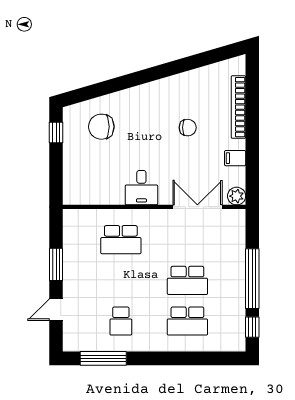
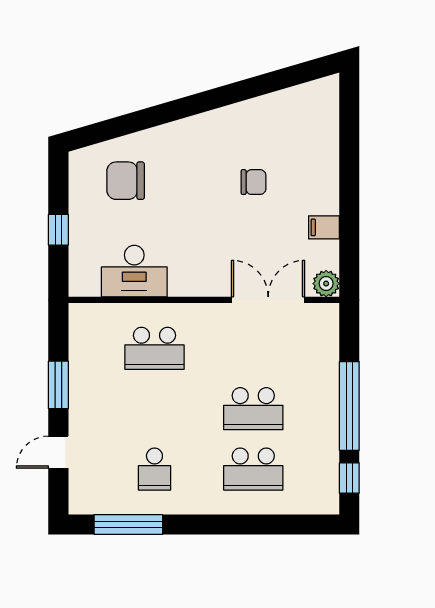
bookcase: (238, 107) -> (329, 152), removed
window: (56, 133) -> (58, 230), moved
desk: (141, 188) -> (134, 271), moved, width x1.37

